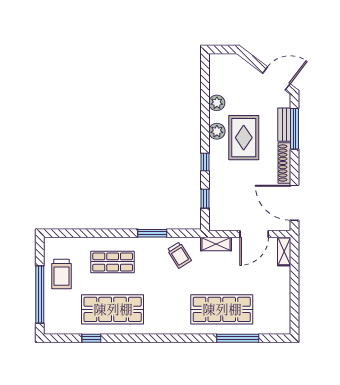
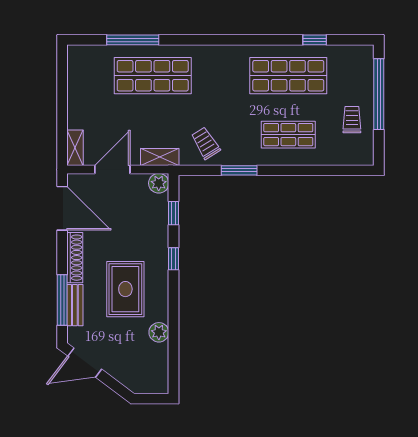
plant: (217, 131) -> (159, 183), moved
trolley: (61, 274) -> (352, 120), width x0.73, depth x0.72

